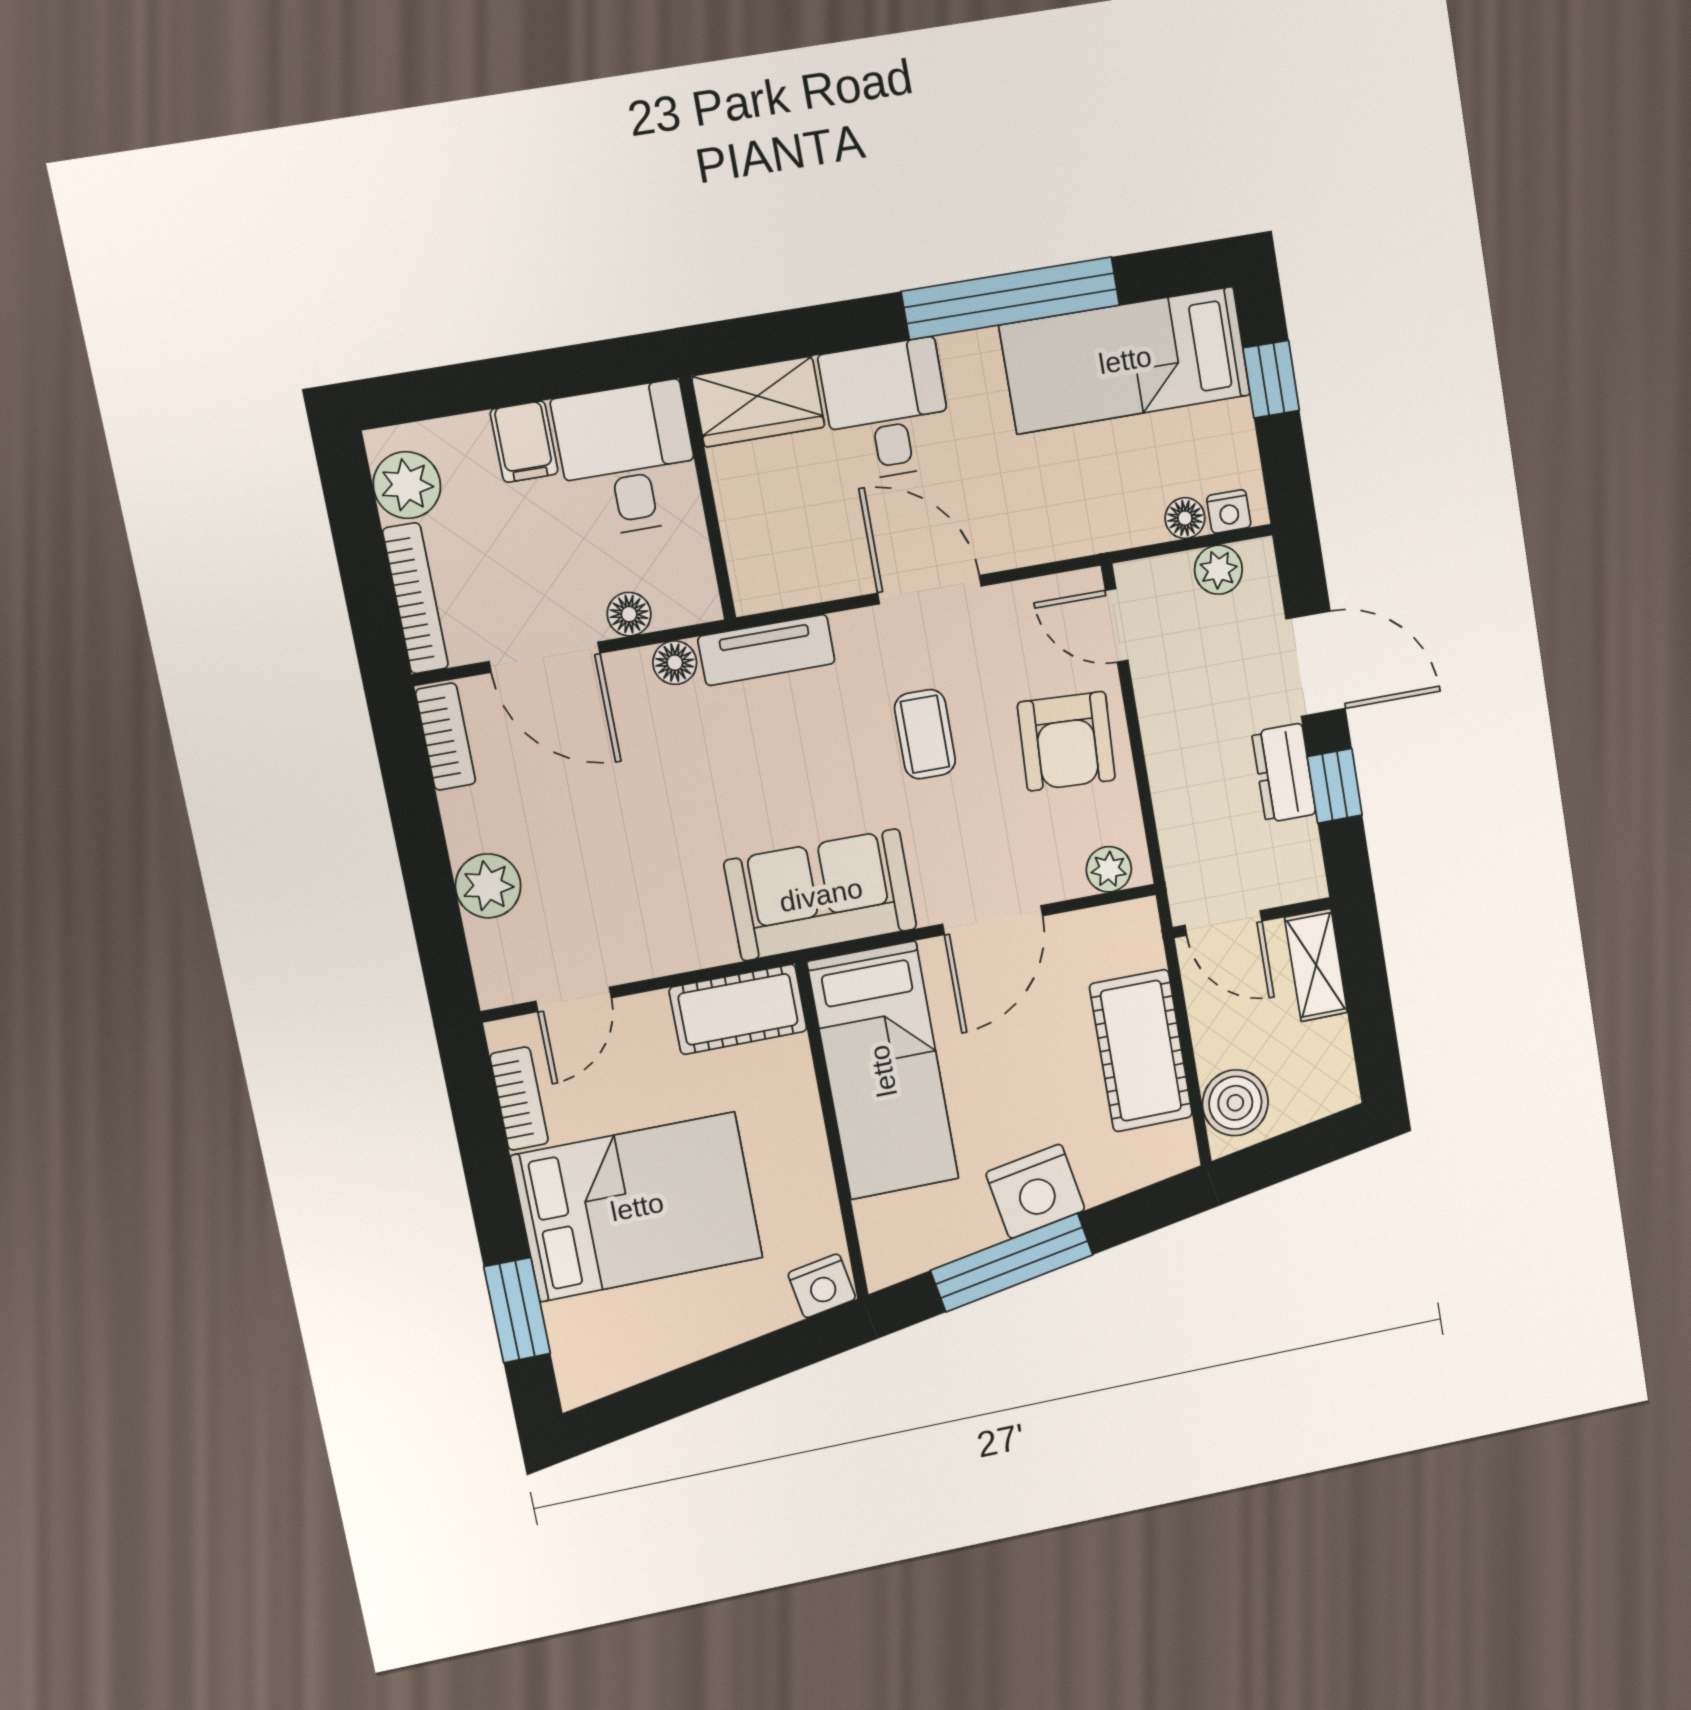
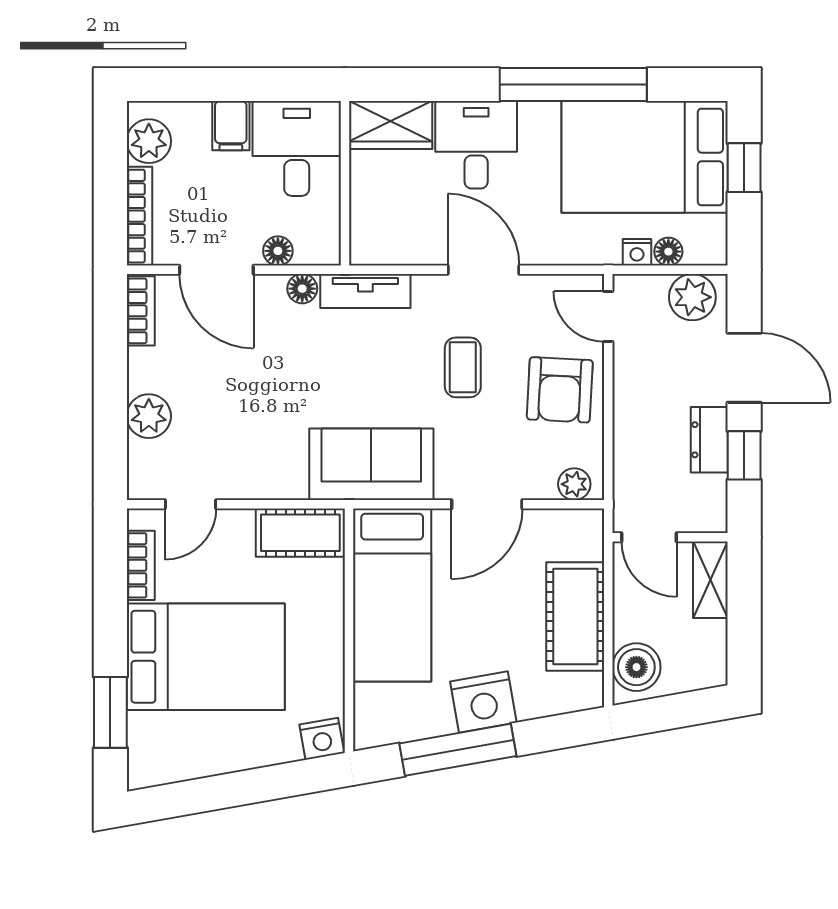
bed: (1125, 360) -> (645, 157), width x1.50
nightstand: (1229, 511) -> (637, 252), moved
plant: (1218, 570) -> (692, 297), width x1.38, depth x1.38

